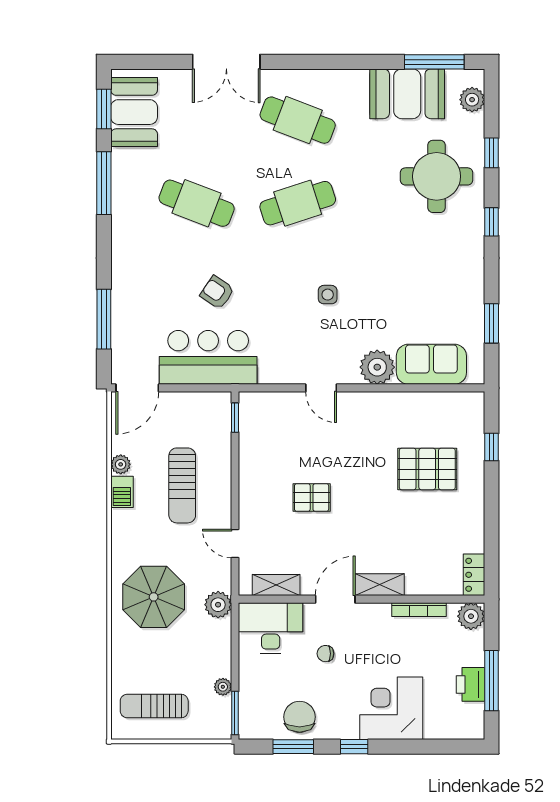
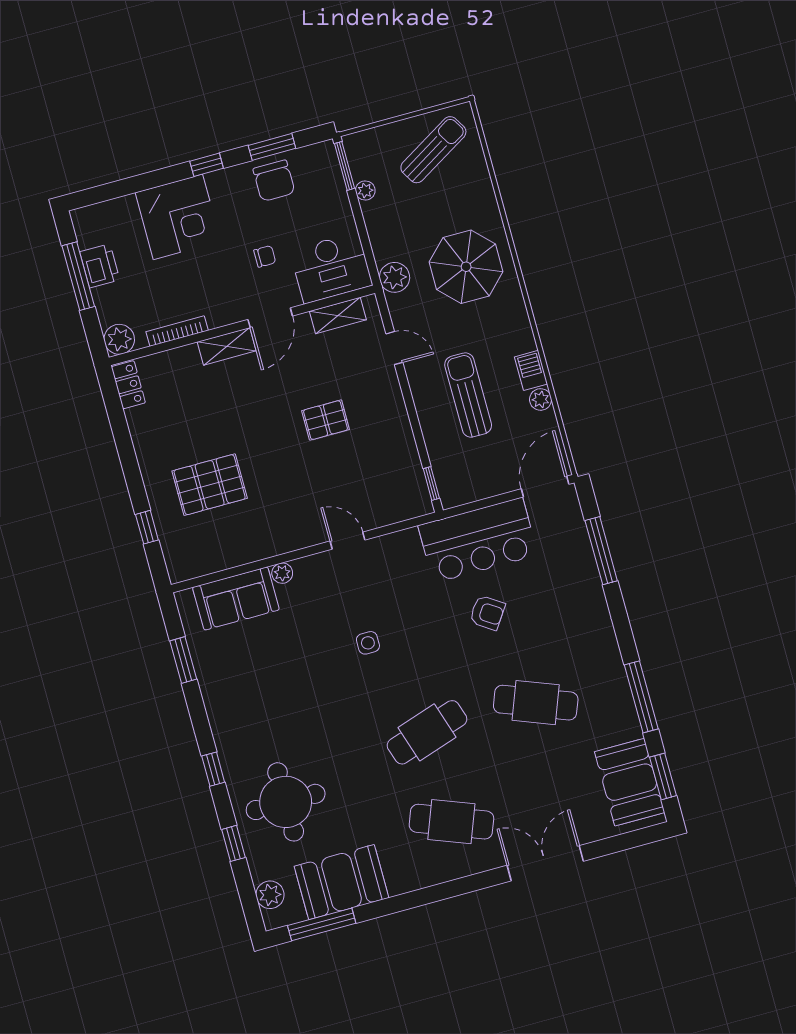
plant: (377, 367) -> (282, 573), width x0.53, depth x0.53
sun lounger: (154, 706) -> (433, 150), turned -31

